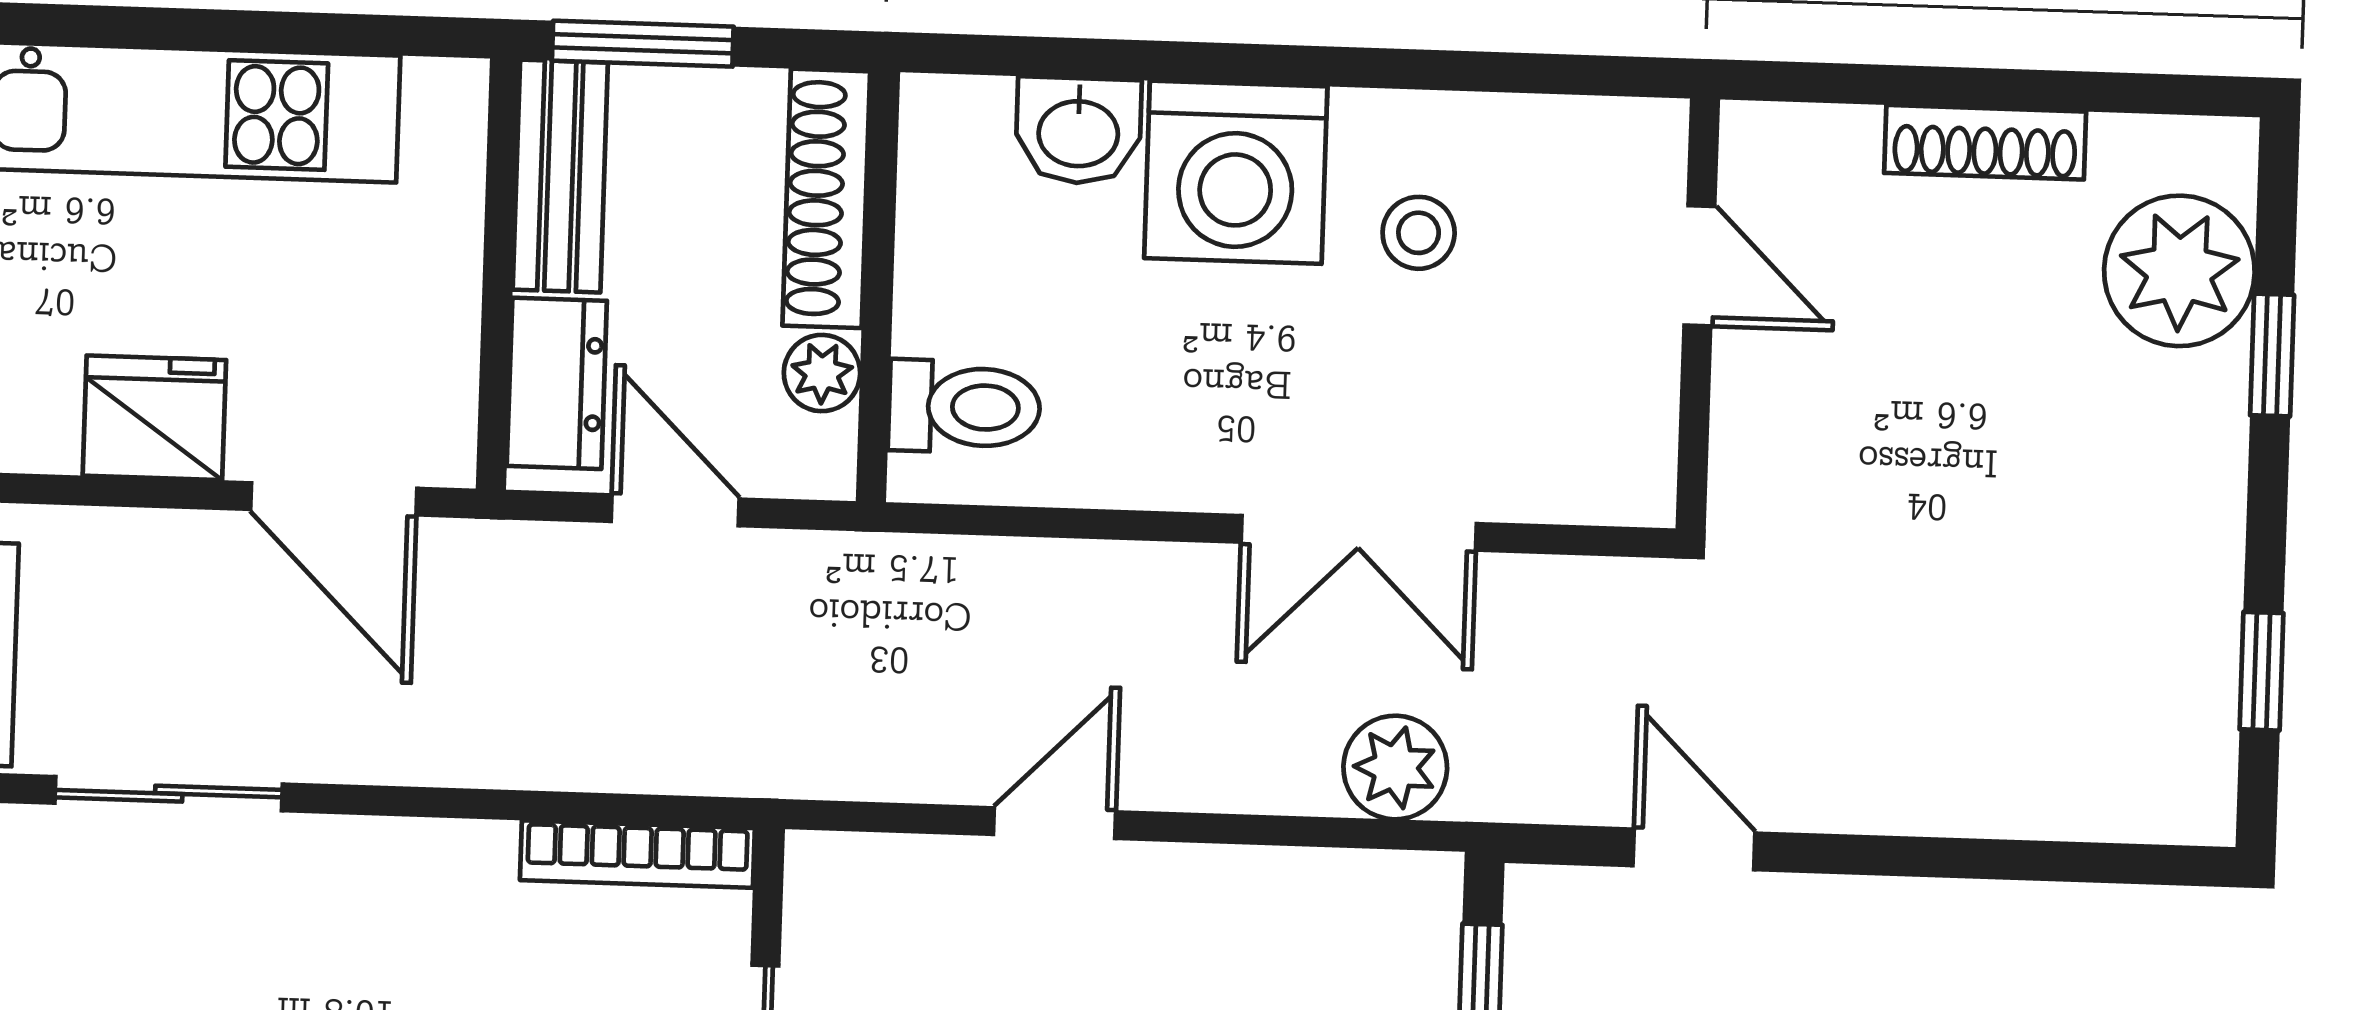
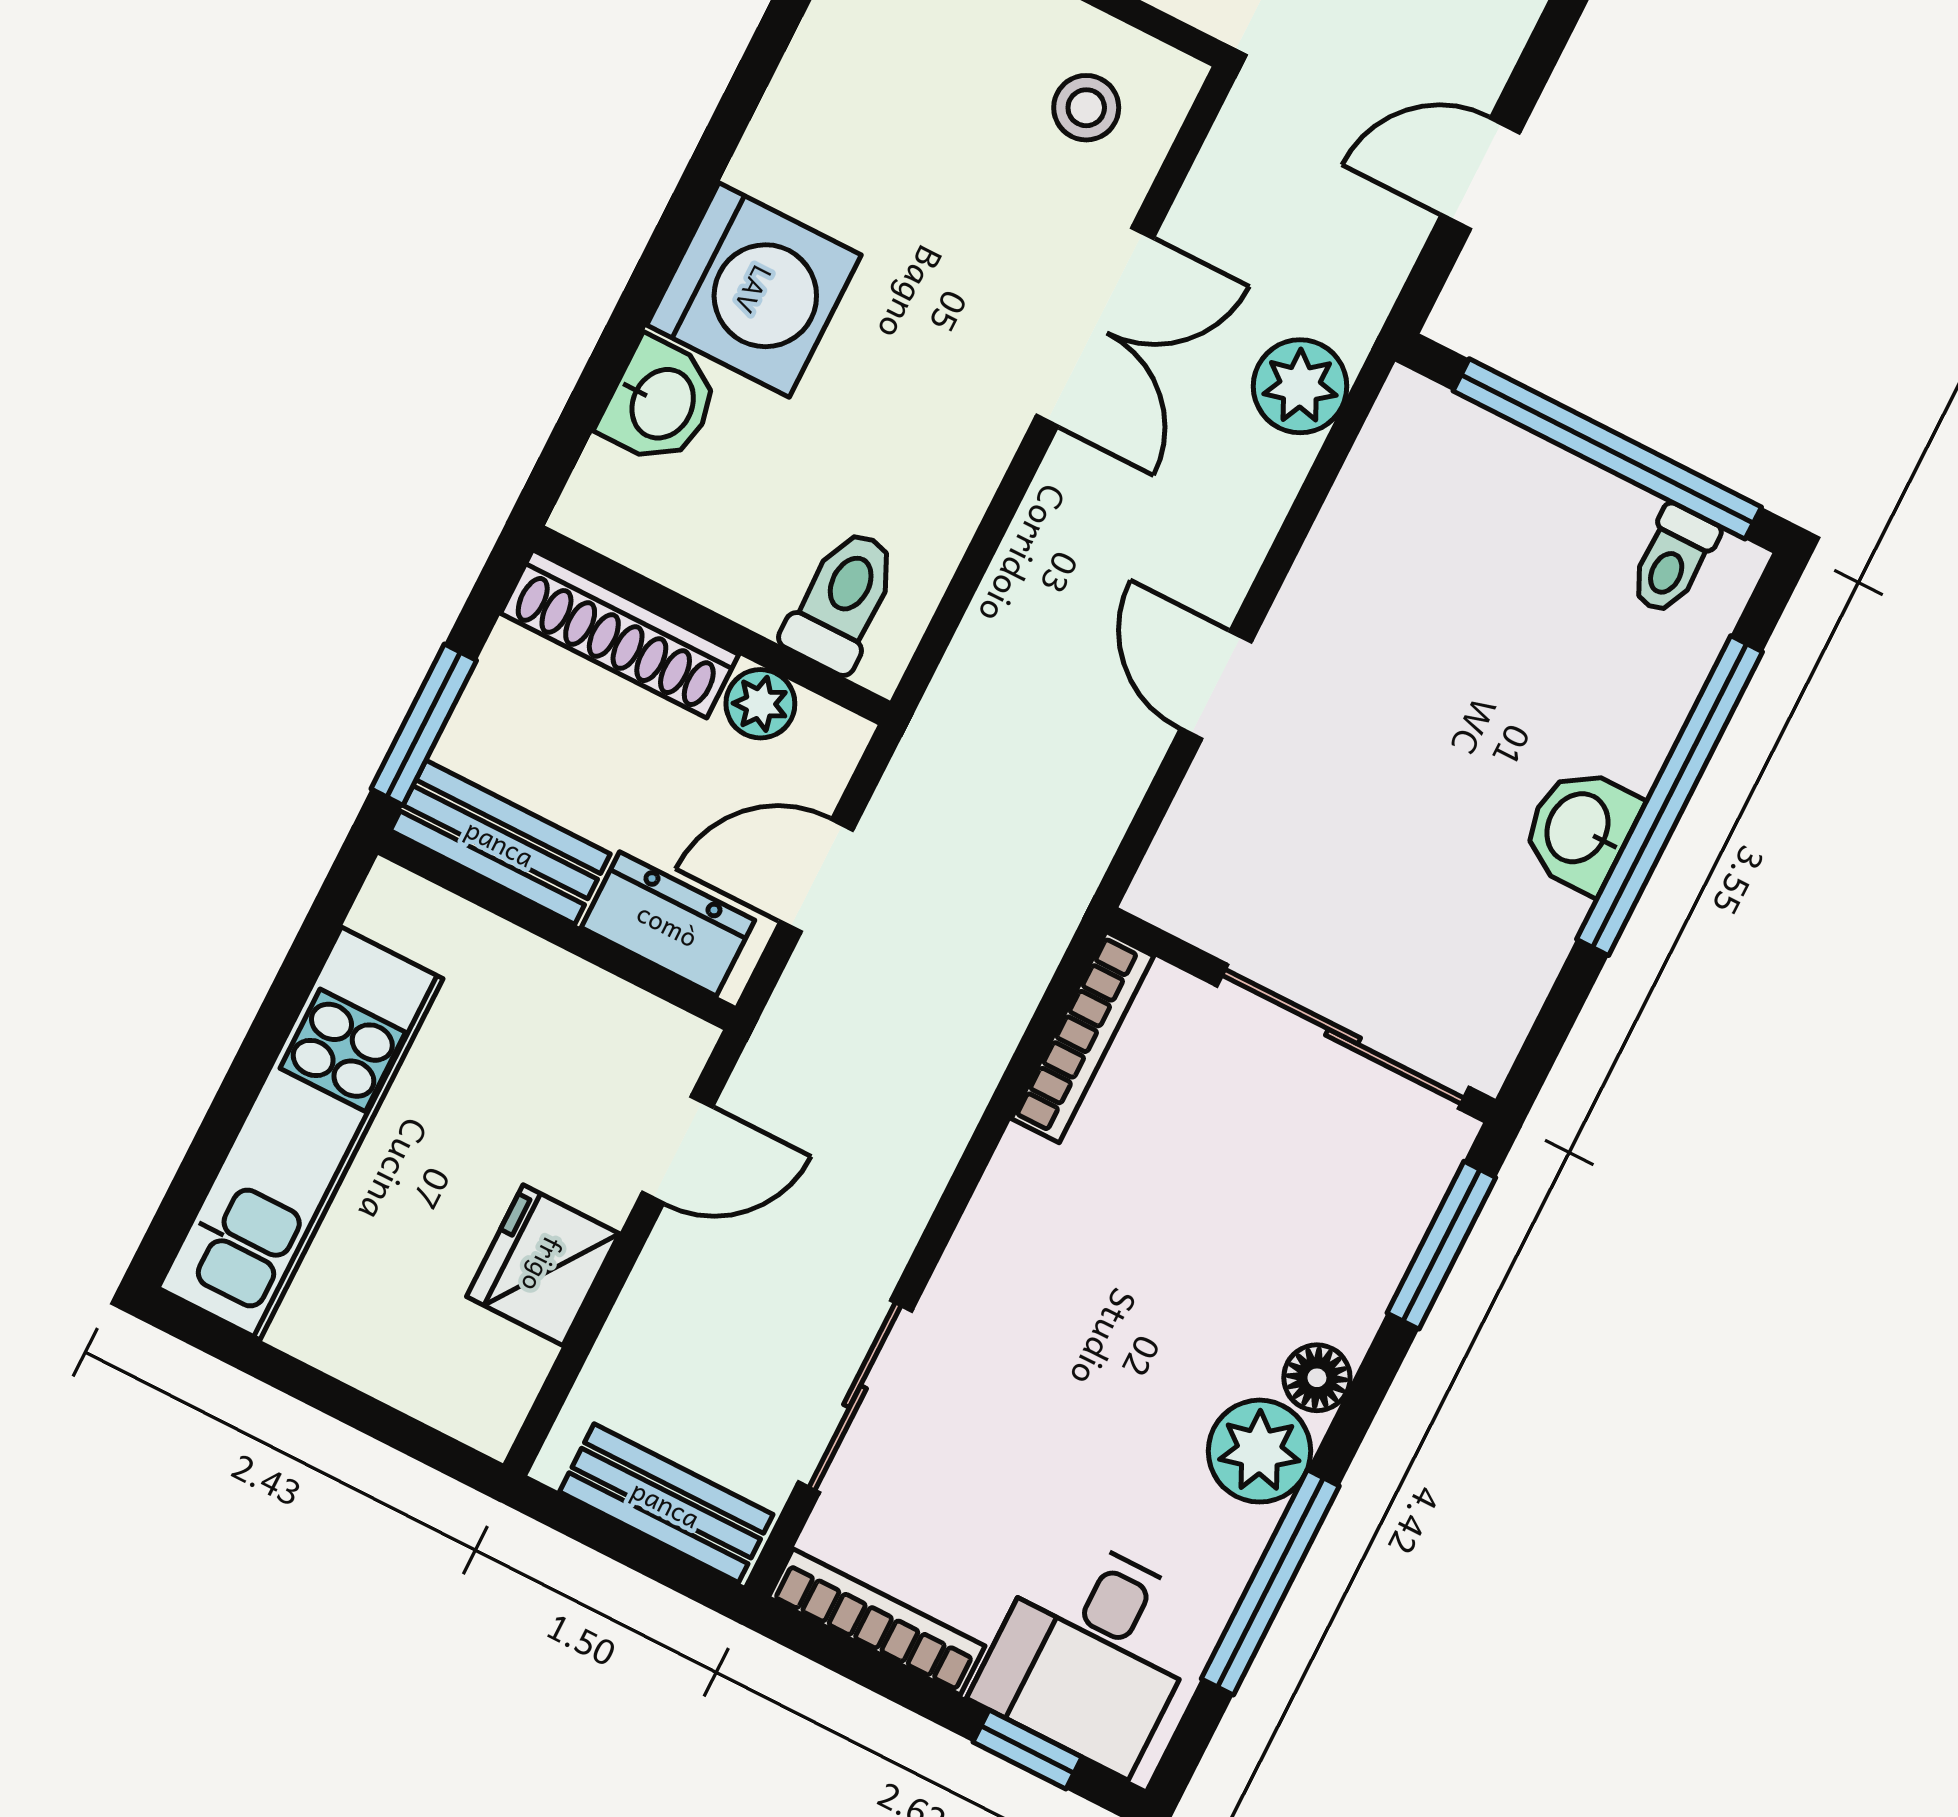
stool: (1419, 233) -> (1086, 108), moved
door: (334, 499) -> (677, 1150), width x0.73

